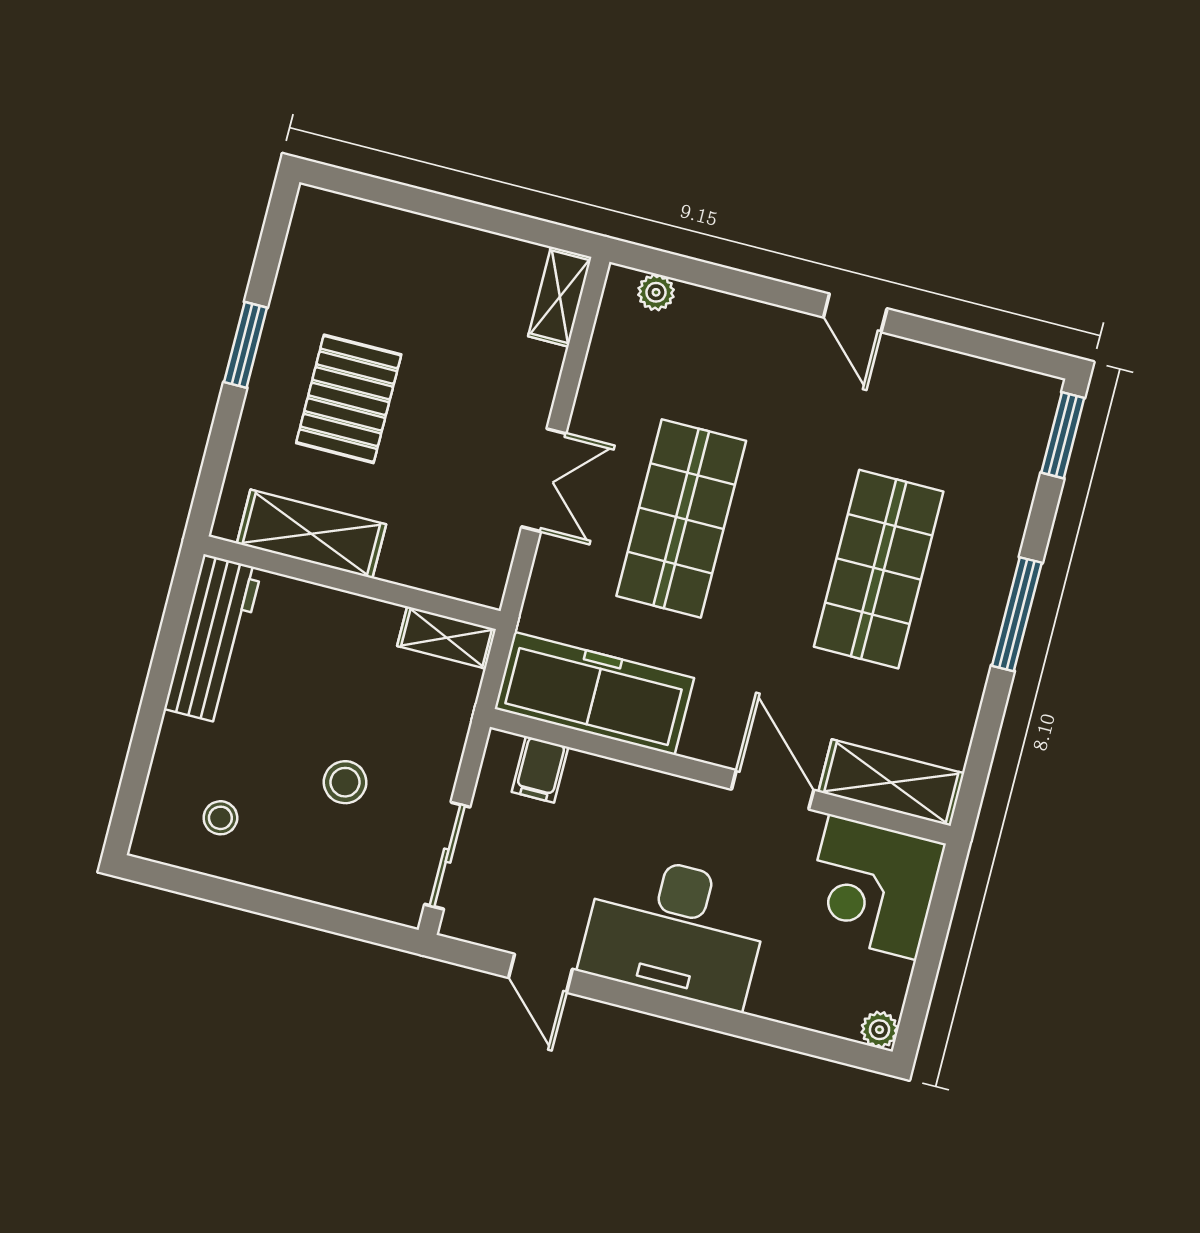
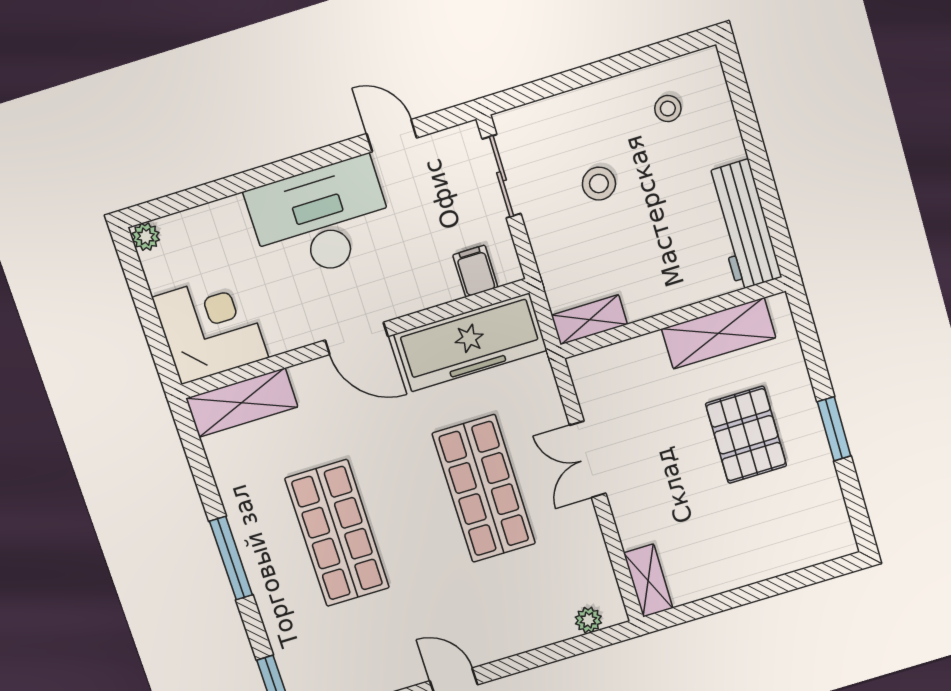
door: (773, 790) -> (357, 338), moved

